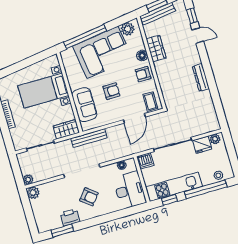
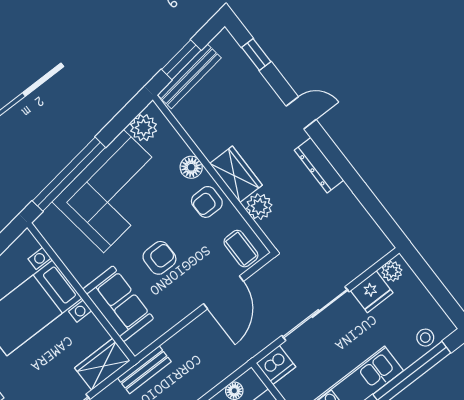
door: (198, 35) -> (301, 113), moved
wardrobe: (156, 48) -> (236, 174), moved
plant: (166, 86) -> (259, 207), added
bench: (89, 138) -> (144, 370), width x0.73

